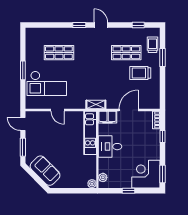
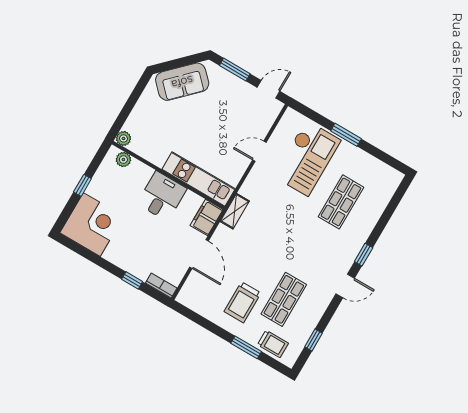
trolley: (140, 73) -> (243, 302), turned 180
checkout: (47, 83) -> (307, 158), turned 180
window: (162, 174) -> (78, 249), removed

